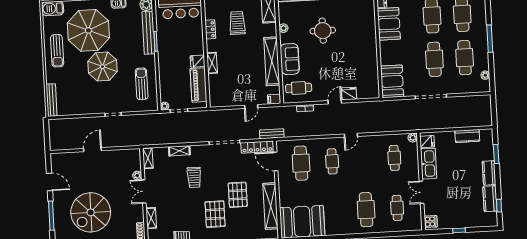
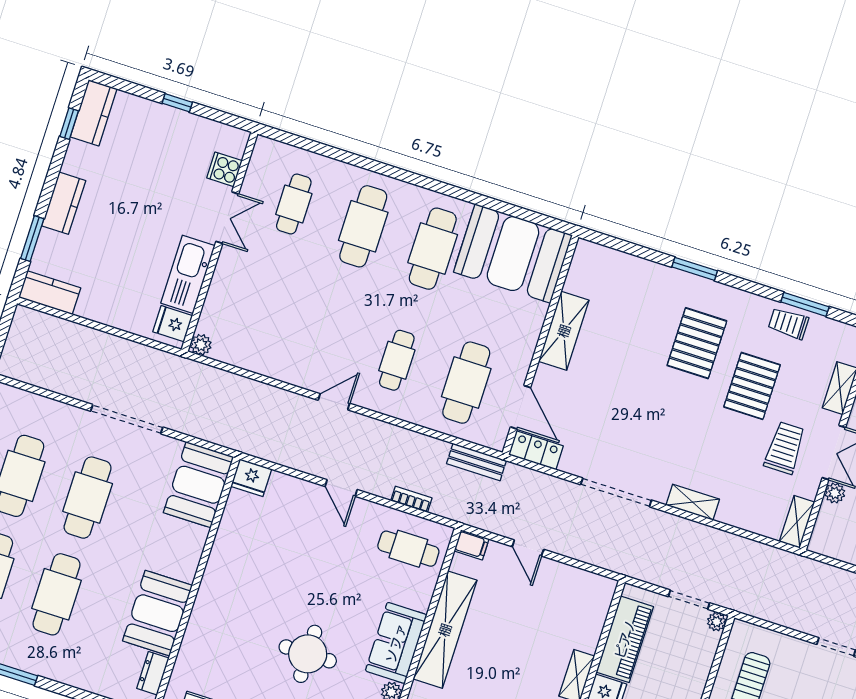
sofa: (290, 59) -> (396, 643), moved
fridge: (349, 94) -> (251, 478), moved
door: (335, 102) -> (341, 488), hinge flipped
door: (251, 107) -> (528, 548), swing flipped
bench: (272, 134) -> (477, 462), moved
kitchen counter: (467, 136) -> (50, 293), moved
locker: (257, 147) -> (536, 450), width x0.66
shelving: (179, 151) -> (693, 502), moved
cafe table: (394, 158) -> (433, 249), moved, width x1.37, depth x1.35
trolley: (194, 177) -> (785, 448), moved
pallet: (238, 195) -> (752, 386), moved
kitchen counter: (490, 199) -> (94, 113), moved
shelving: (271, 206) -> (564, 331), width x0.68
cooker: (431, 222) -> (224, 169), moved

